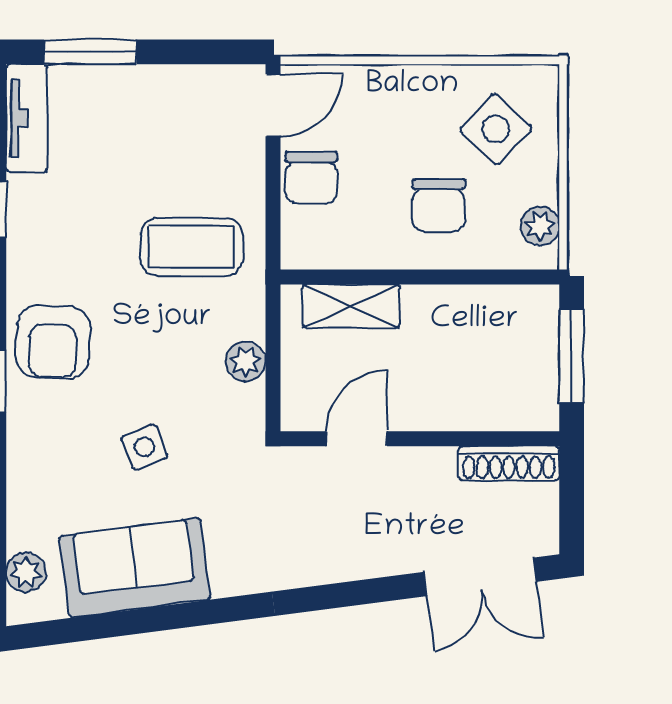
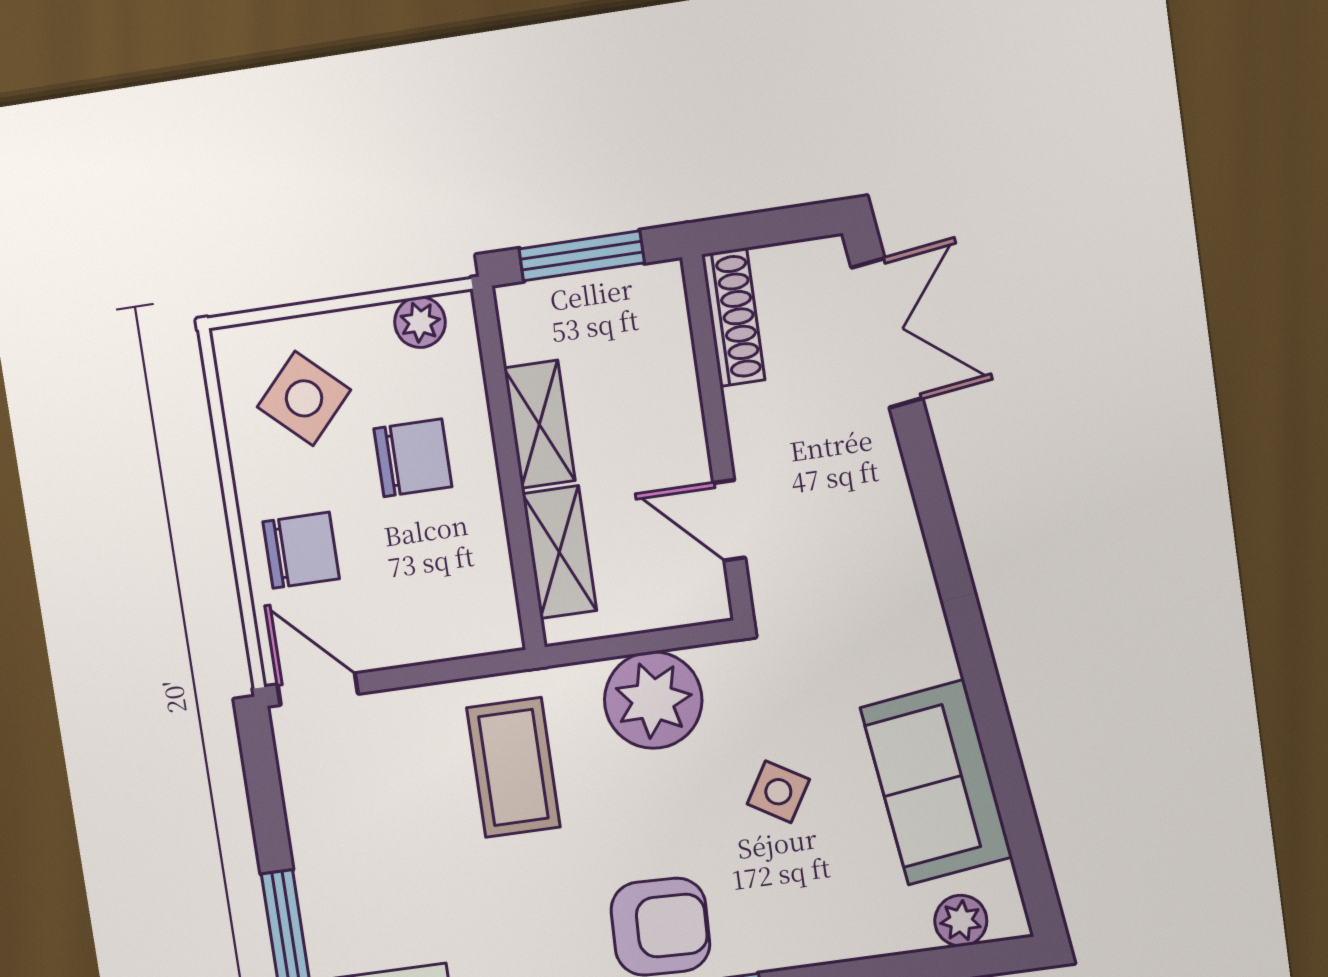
chair: (311, 178) -> (301, 550), moved
shelving: (450, 305) -> (540, 424), added
plant: (246, 361) -> (653, 700), width x1.88, depth x1.88
side table: (144, 447) -> (778, 792), turned -37

